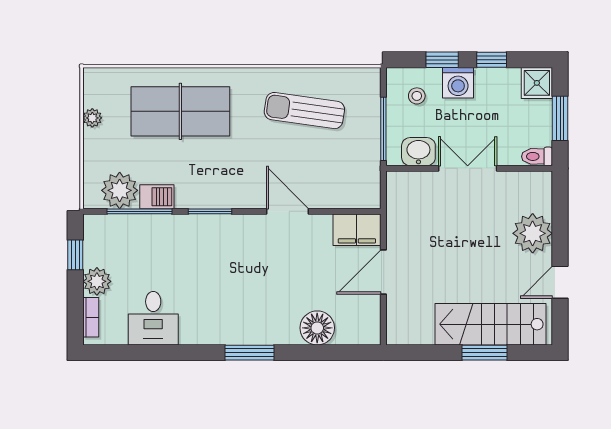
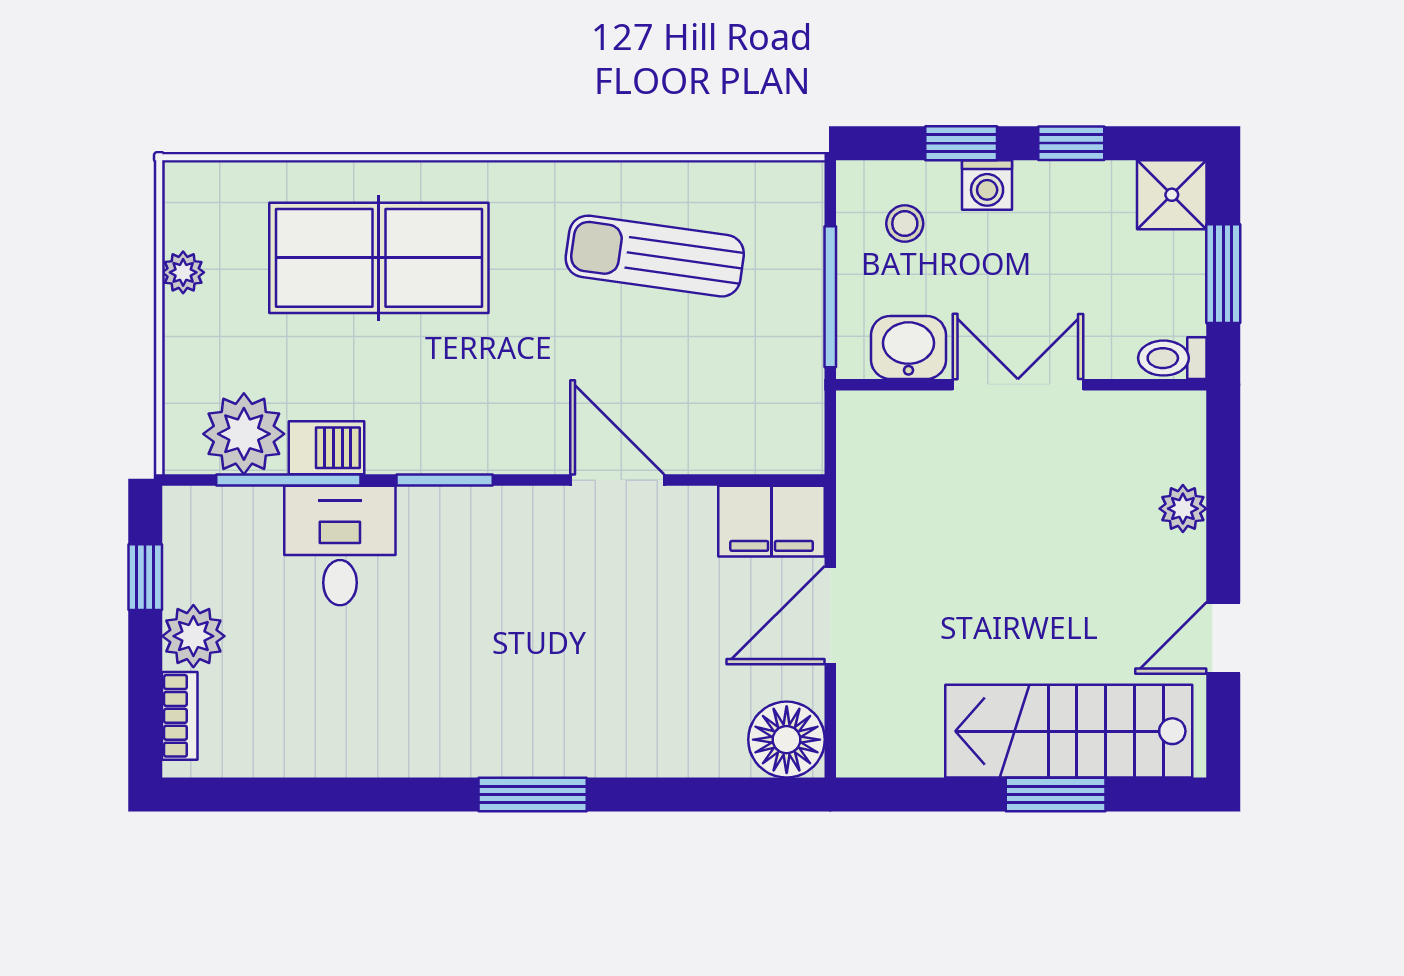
washing machine: (458, 83) -> (987, 185), width x0.73, depth x0.73
plant: (533, 233) -> (1183, 509), width x0.53, depth x0.53
desk: (153, 318) -> (340, 546), moved, turned 180
floor lamp: (317, 328) -> (787, 740), moved

